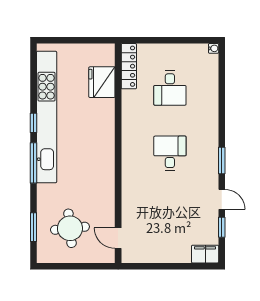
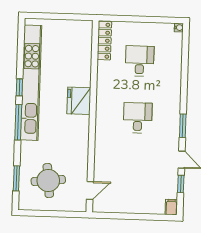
fridge: (102, 82) -> (79, 101), moved
desk: (170, 88) -> (140, 61), turned 180
door: (118, 238) -> (90, 191), swing flipped
filing cabinet: (205, 254) -> (171, 207), width x0.50

